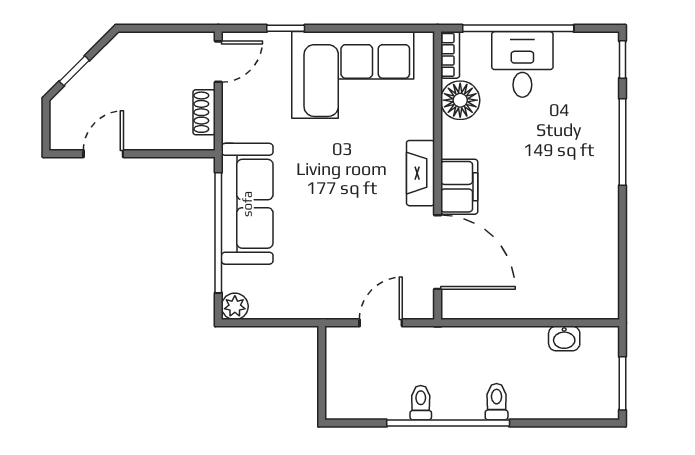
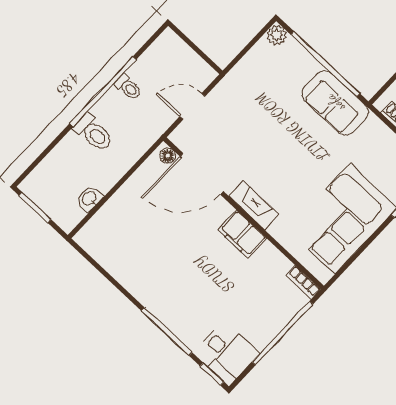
desk: (522, 64) -> (227, 353), moved
floor lamp: (460, 100) -> (168, 156), moved, width x0.53, depth x0.53
filing cabinet: (459, 187) -> (242, 234), moved
sofa: (247, 204) -> (335, 103), width x0.73
door: (381, 323) -> (192, 106), swing flipped
toilet: (497, 402) -> (94, 133), width x1.37, depth x1.39

